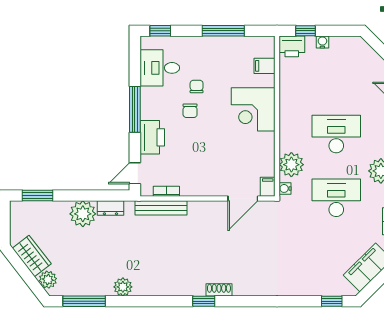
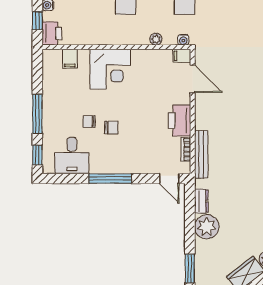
window: (223, 31) -> (37, 114), moved
printer: (152, 137) -> (180, 121), moved, turned -90
plant: (291, 165) -> (156, 39), width x0.53, depth x0.53

